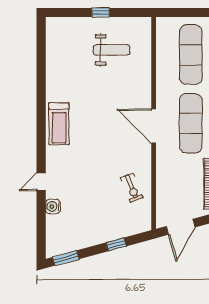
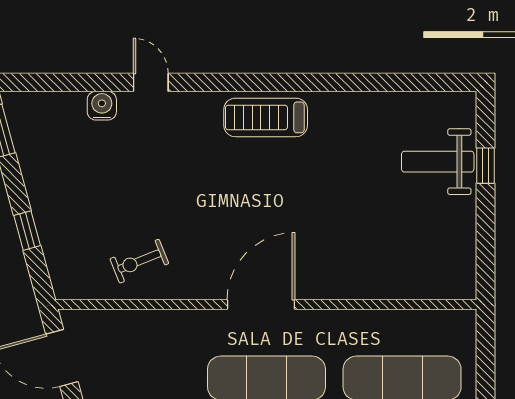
window: (101, 13) -> (485, 166), moved
weight bench: (112, 50) -> (438, 162), moved, turned 90

